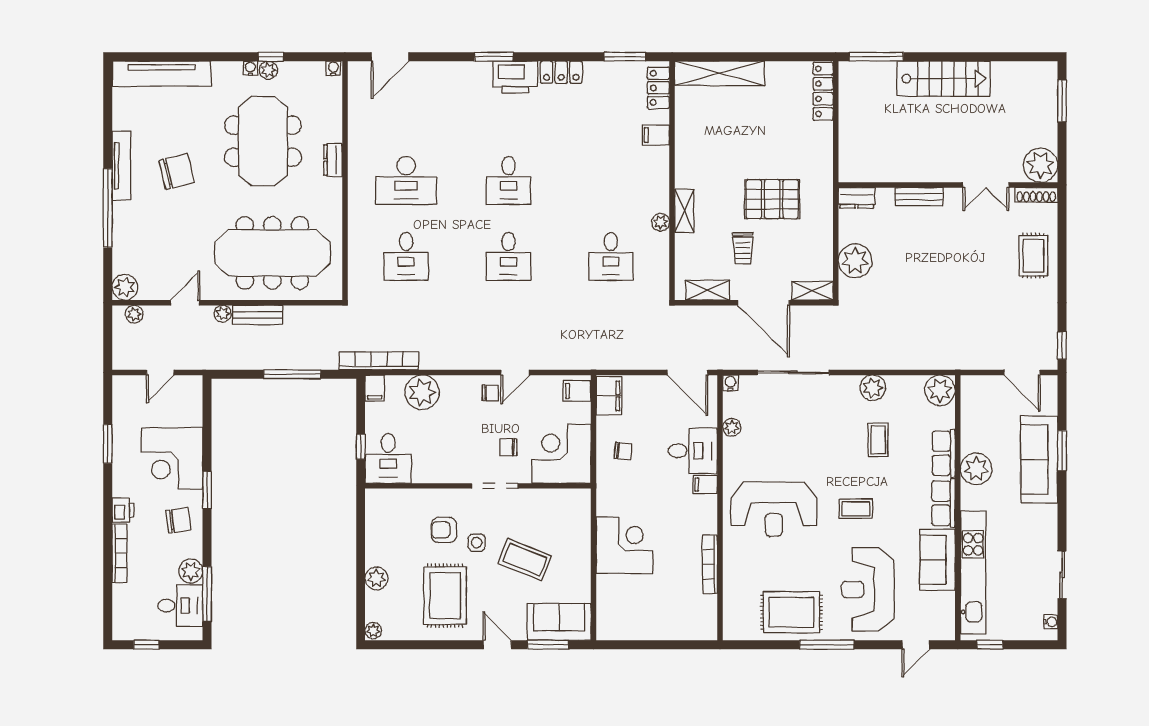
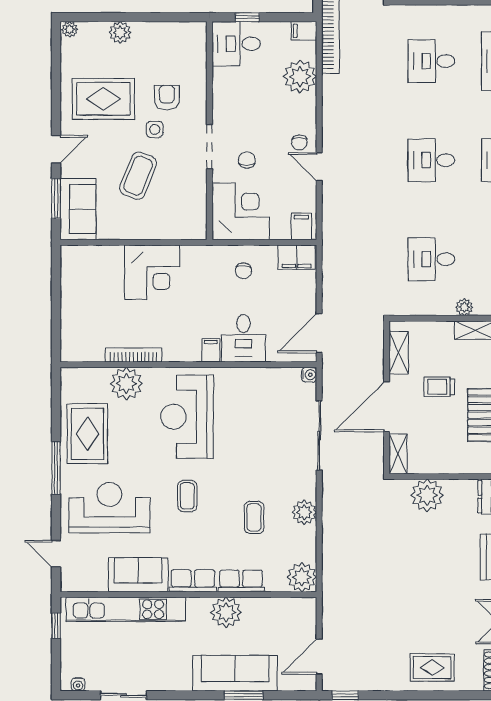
plant: (732, 427) -> (126, 384), moved, width x1.88, depth x1.88
coffee table: (878, 440) -> (254, 517), turned 90

